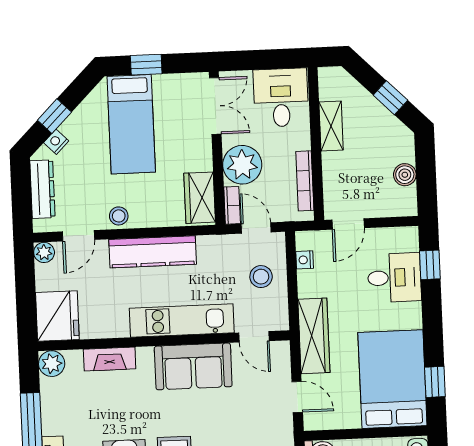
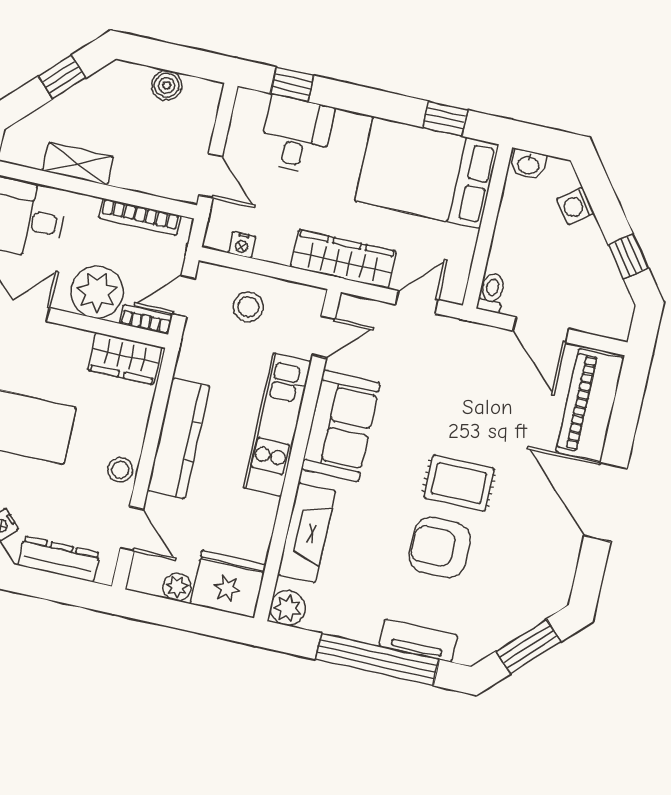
plant: (44, 252) -> (177, 587), moved
fireplace: (110, 359) -> (307, 533), width x1.37, depth x1.32

